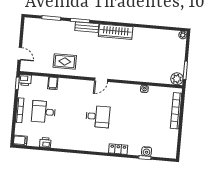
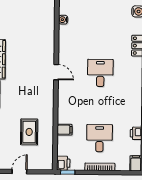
door: (20, 54) -> (19, 172), moved
rug: (65, 61) -> (29, 132), moved
desk: (44, 112) -> (100, 138), turned 180

